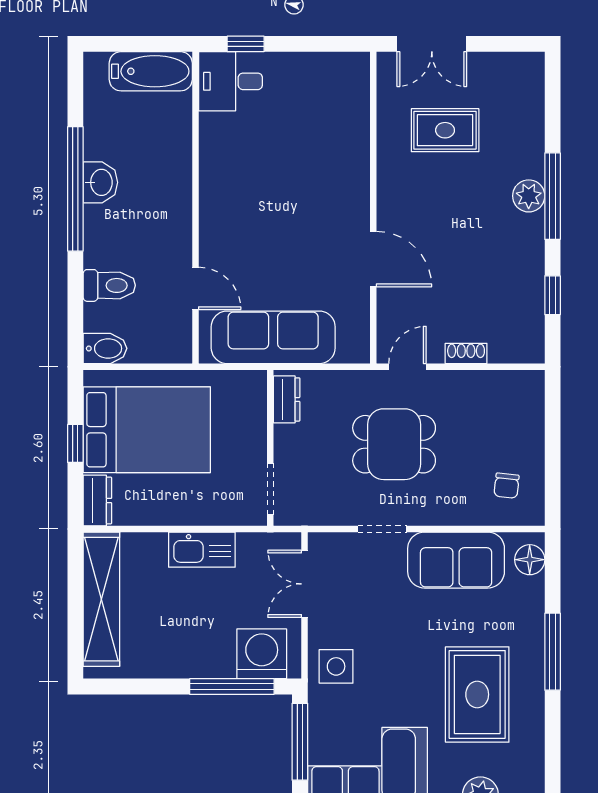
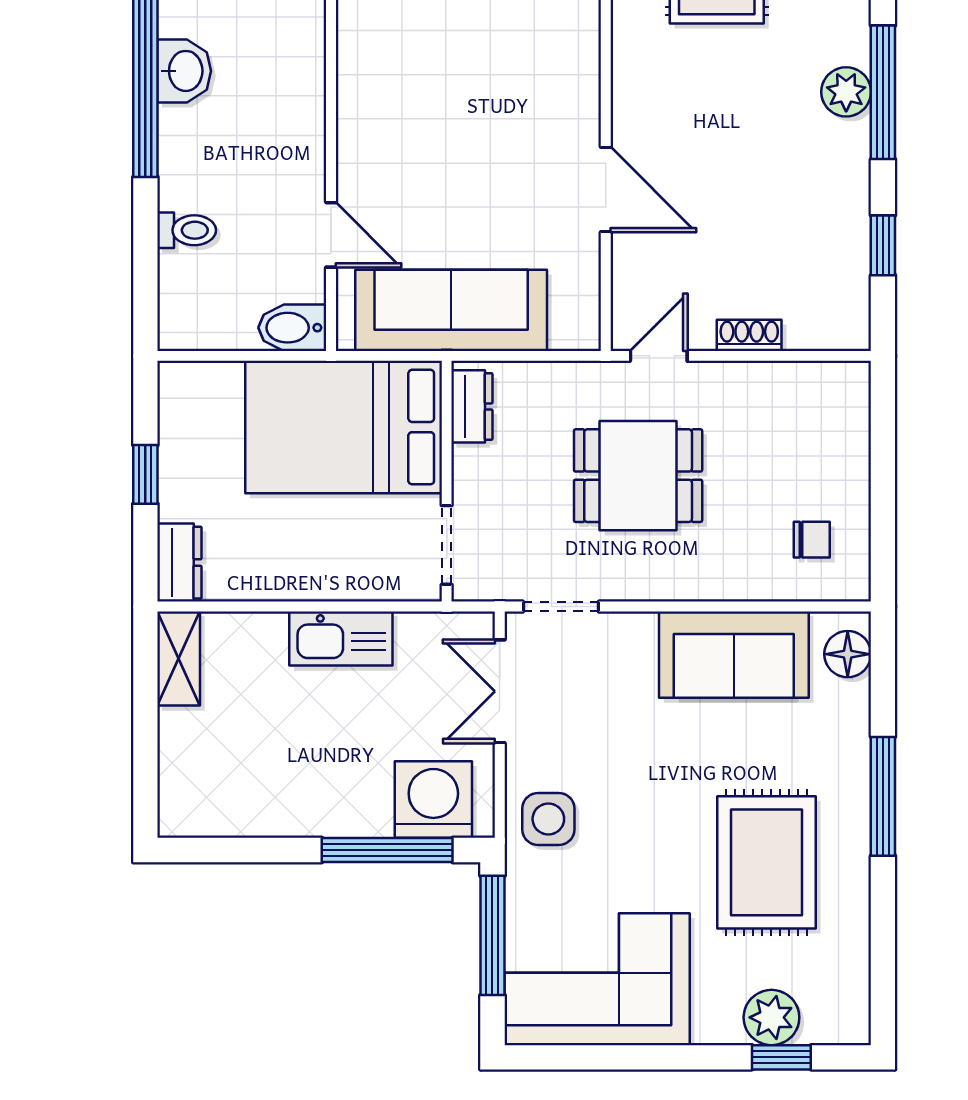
toilet: (109, 285) -> (187, 230), width x0.73, depth x0.72
bidet: (105, 348) -> (292, 328), moved, turned 180
bed: (147, 430) -> (344, 427), moved, turned 180
chair: (507, 486) -> (812, 540), turned -96
doorway: (382, 529) -> (561, 607), moved
shelving: (101, 599) -> (179, 659), width x0.45, depth x0.75

